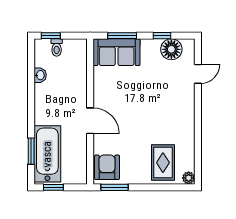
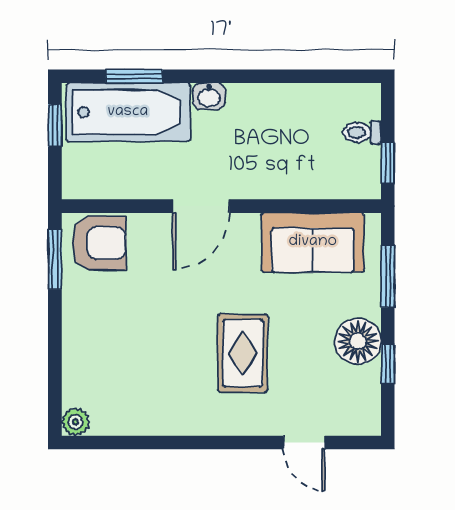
window: (51, 36) -> (388, 163), moved
floor lamp: (171, 49) -> (358, 341), moved
sofa: (117, 52) -> (313, 242), moved, turned -90
washbasin: (40, 75) -> (209, 96), moved
rug: (163, 163) -> (243, 353), moved, turned 90

